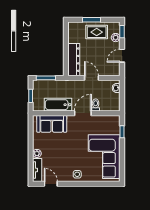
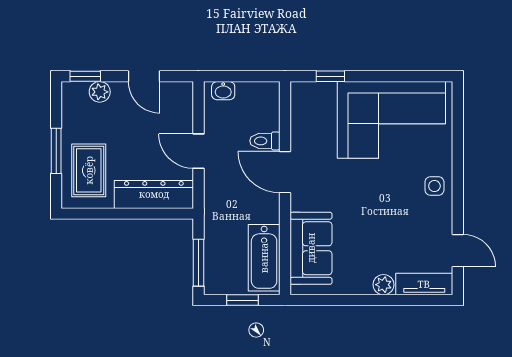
rug: (97, 32) -> (89, 170), moved
door: (91, 78) -> (198, 151), hinge flipped
bathtub: (58, 105) -> (264, 258), moved
door: (51, 184) -> (458, 251), swing flipped

